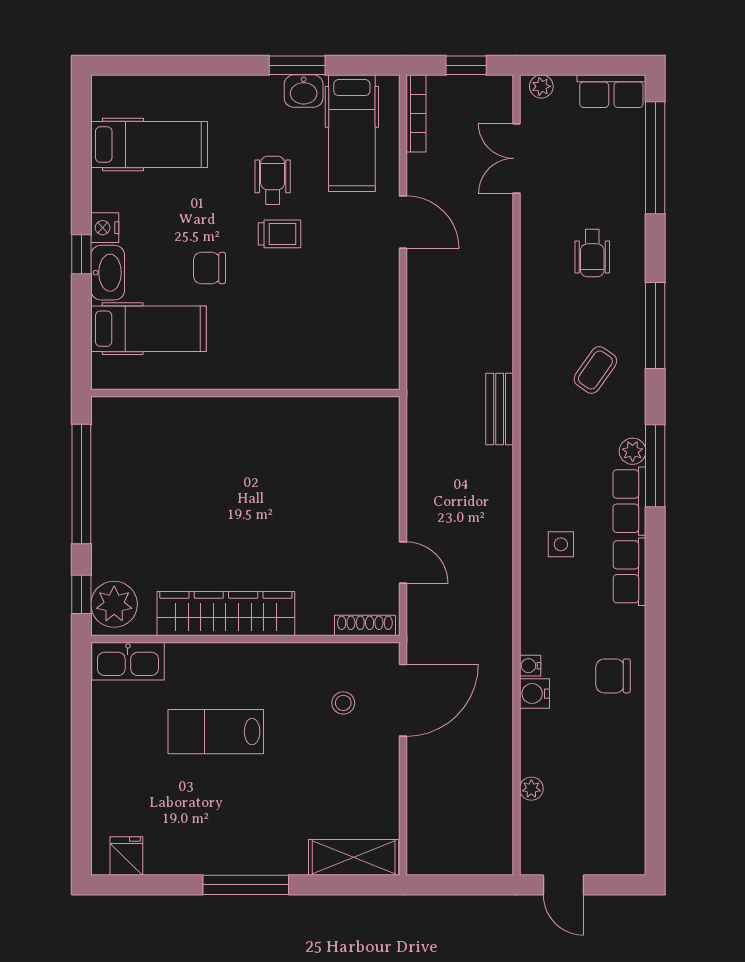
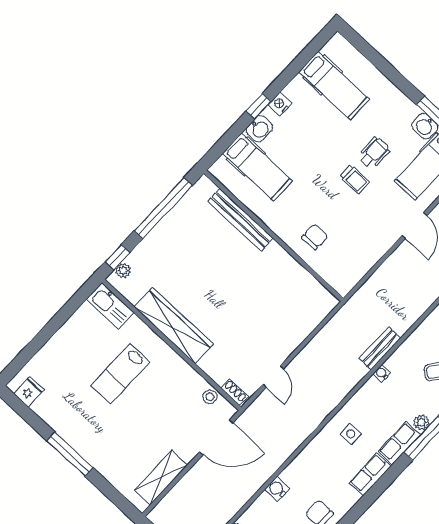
chair: (210, 268) -> (315, 237), moved, turned 90
washbasin: (108, 273) -> (259, 129), width x0.72
bench: (187, 411) -> (240, 220), added
plant: (114, 604) -> (123, 271), width x0.53, depth x0.53
shoe rack: (365, 625) -> (234, 392), width x0.70
water cooler: (530, 666) -> (382, 373), moved
stool: (343, 703) -> (210, 397), moved
lab bench: (216, 732) -> (120, 374), turned -90
shelving: (354, 857) -> (161, 478), moved, turned 90

